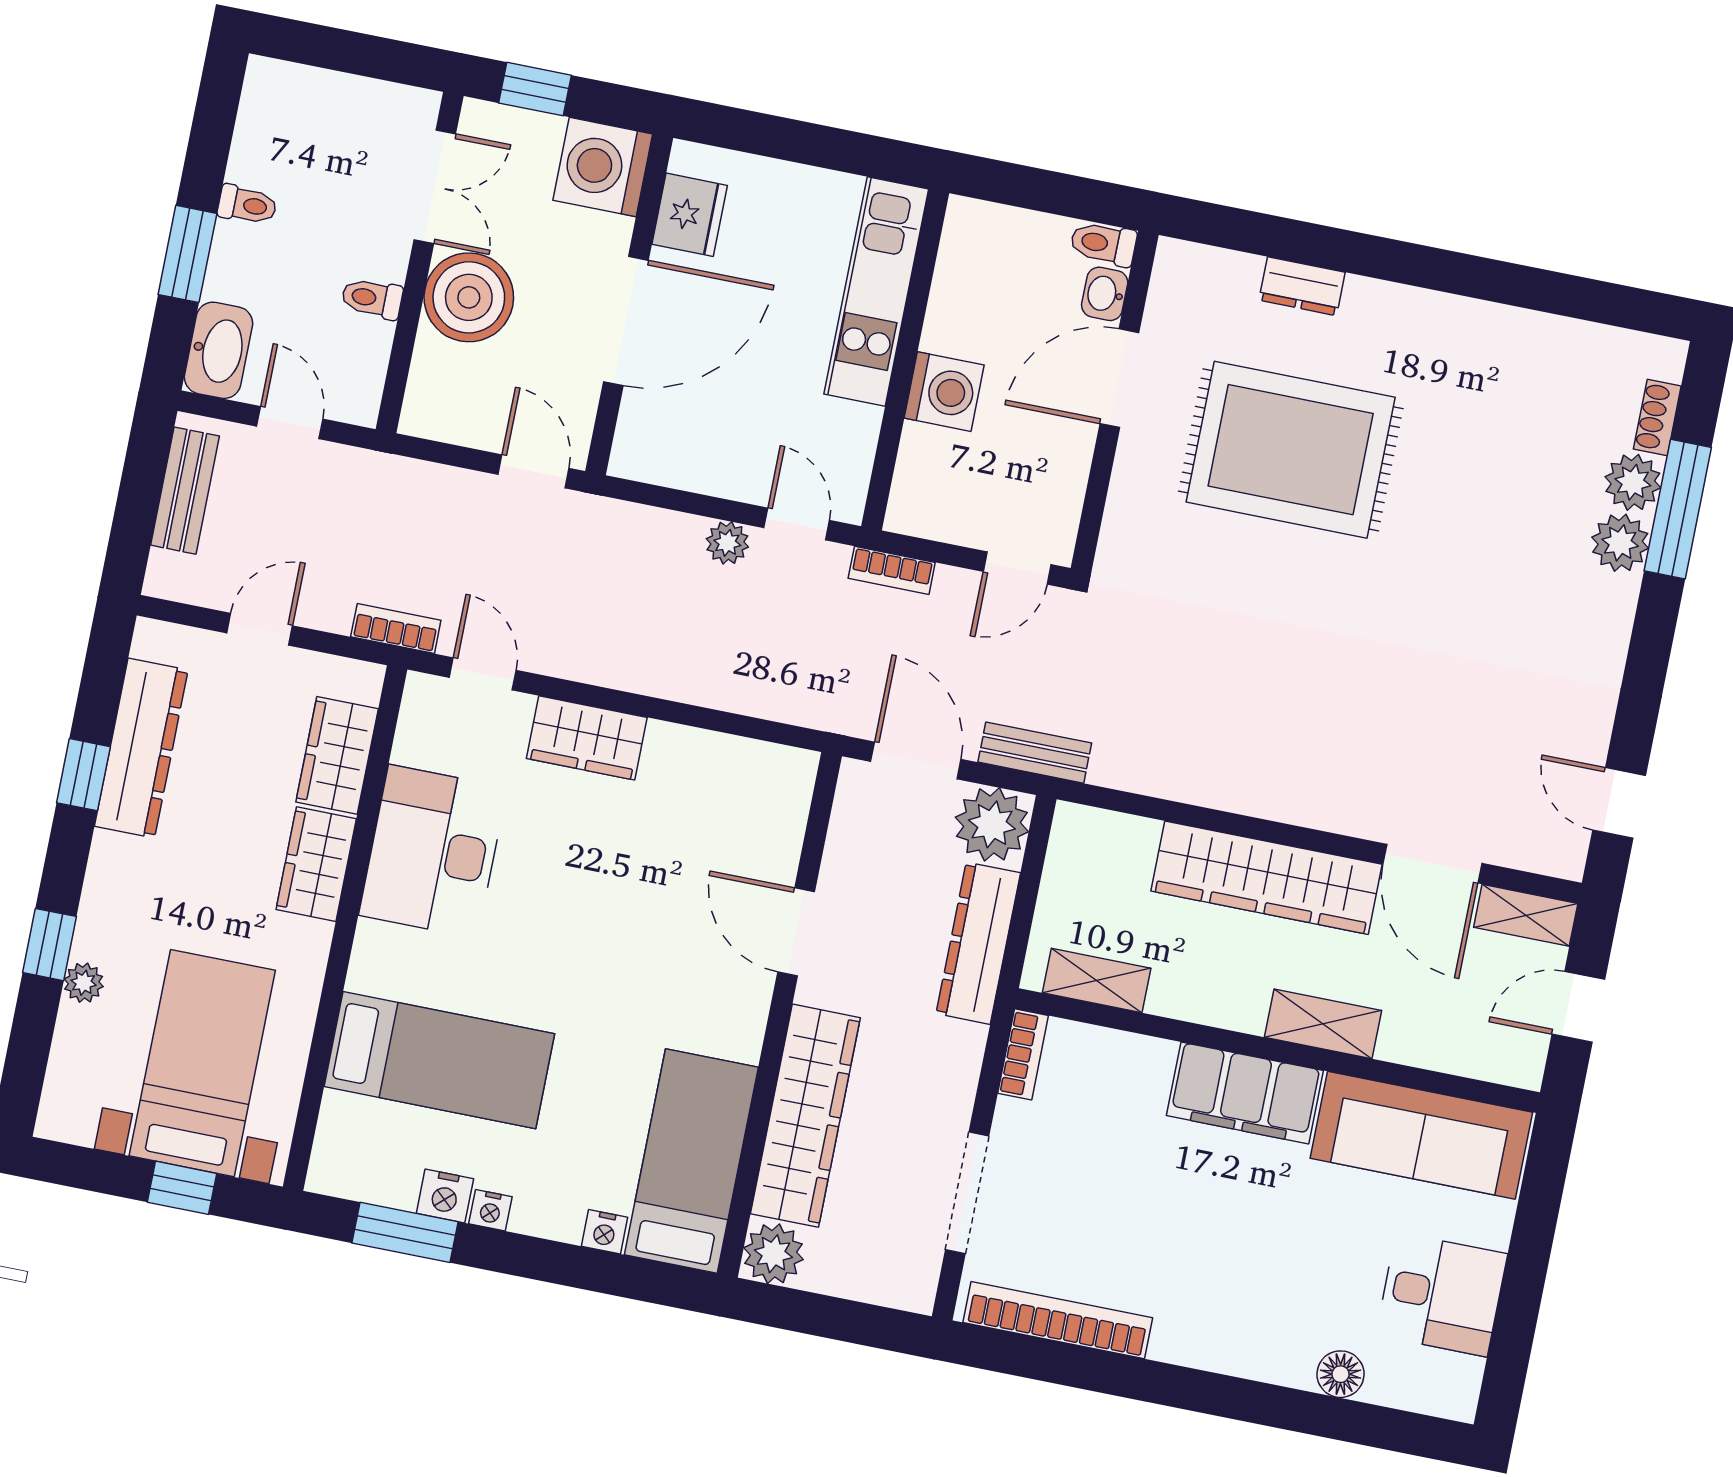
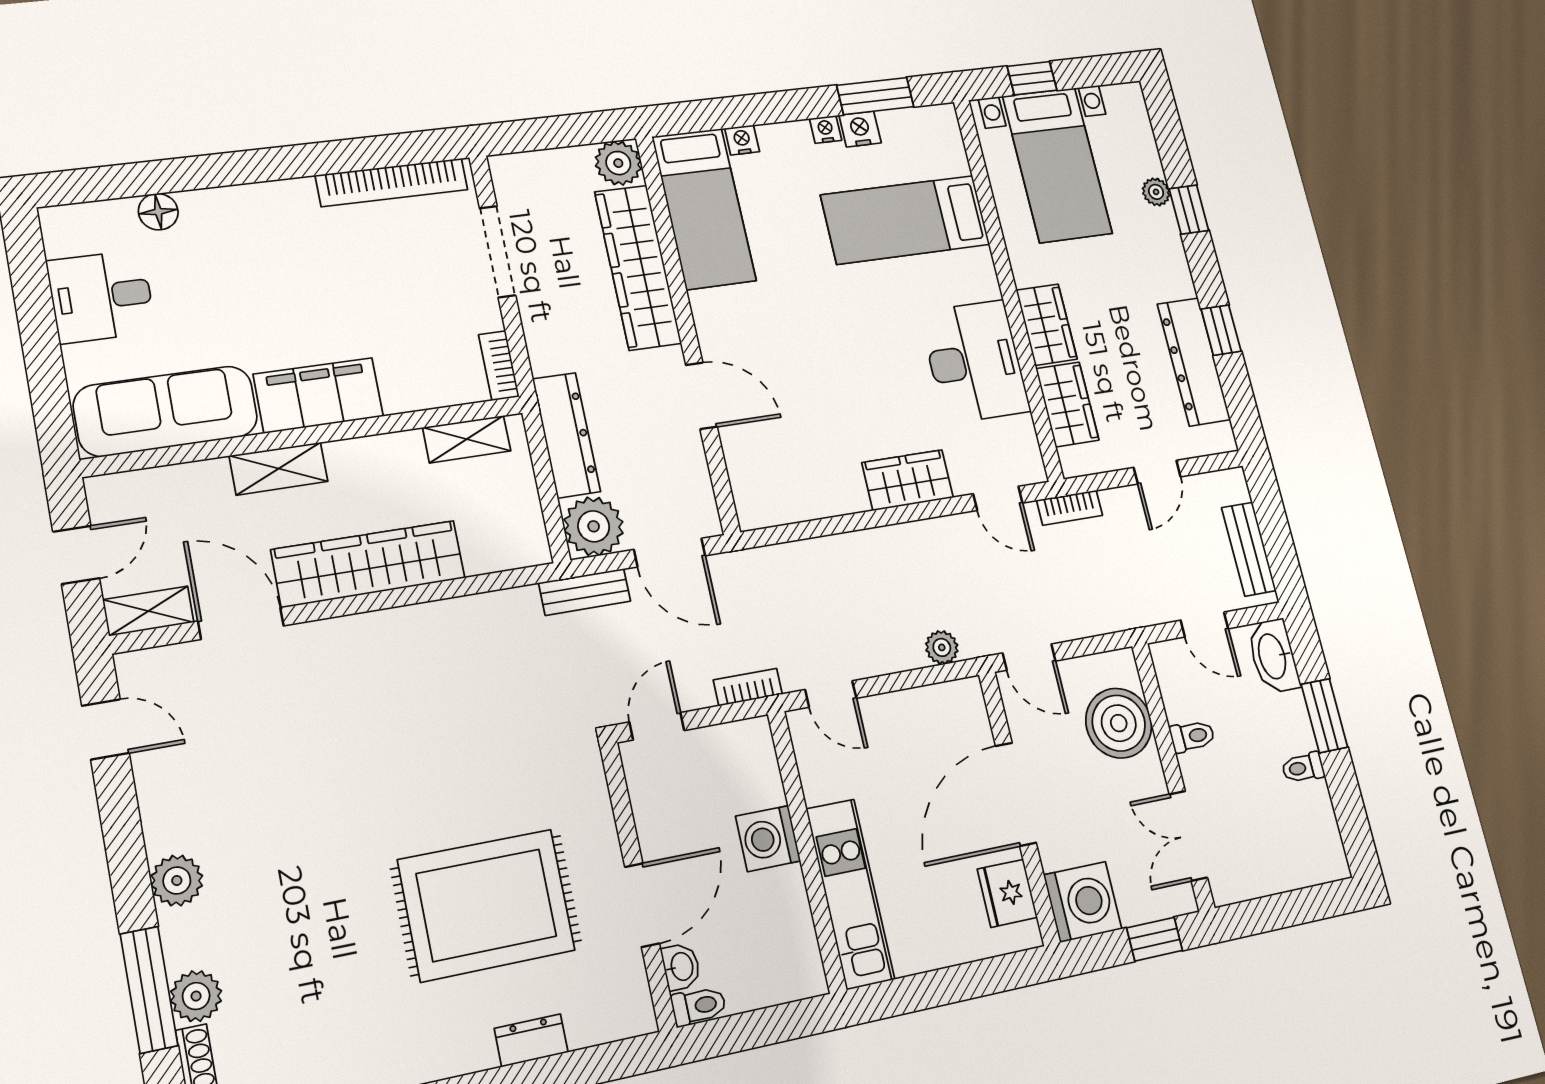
boiler: (469, 297) -> (1119, 723), moved
plant: (727, 543) -> (942, 647), moved
plant: (1620, 543) -> (177, 881), moved

